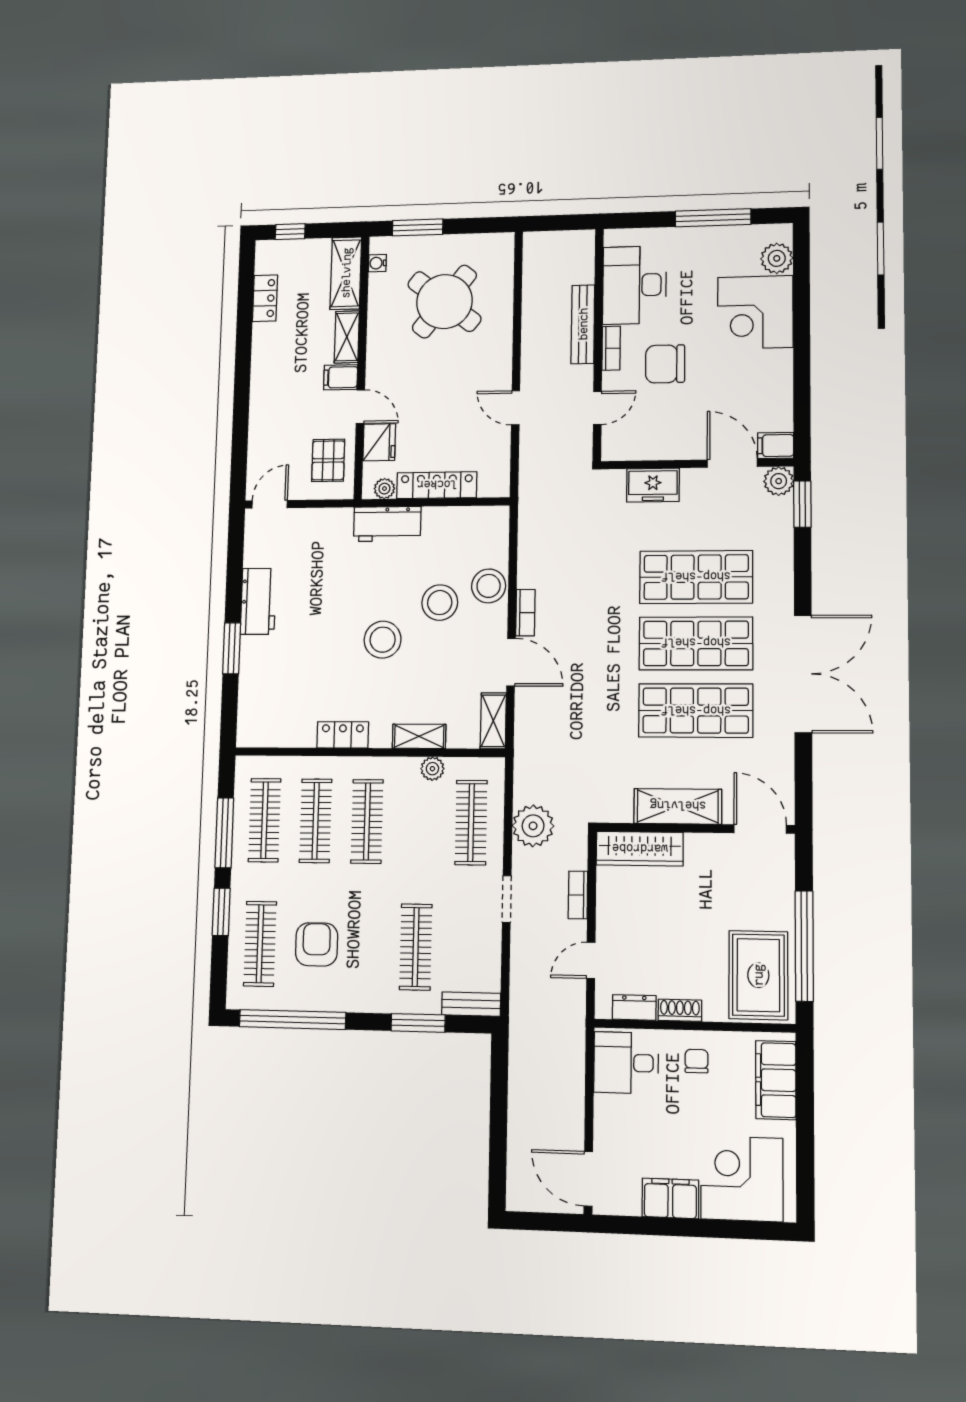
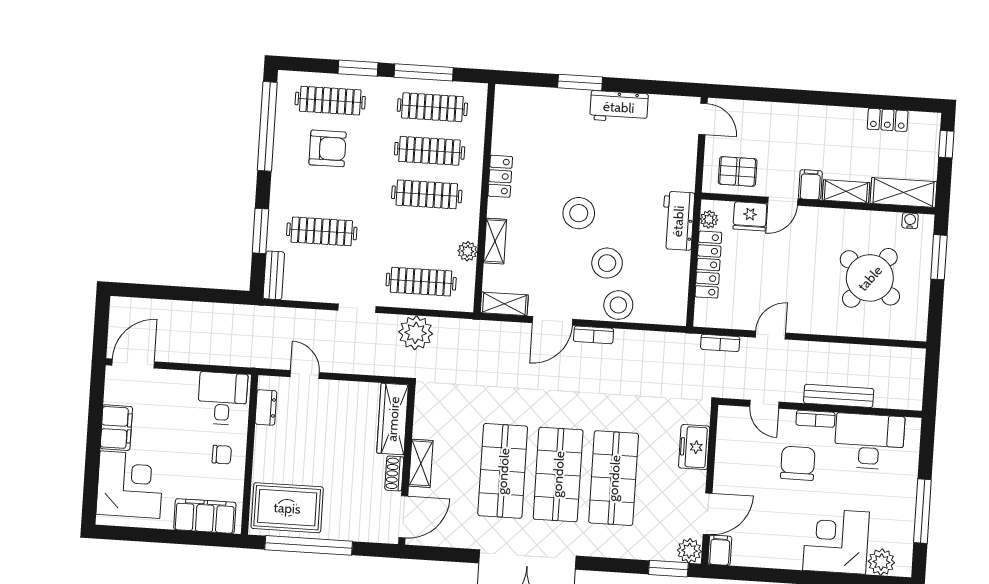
shelving: (678, 806) -> (421, 463), width x0.67, depth x0.75
bookcase: (578, 895) -> (720, 343), moved, turned 180
shoe rack: (680, 1010) -> (394, 473), moved, turned 180

